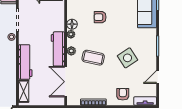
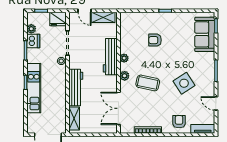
floor lamp: (72, 24) -> (125, 48), removed
workbench: (58, 49) -> (110, 57), moved
door: (158, 77) -> (216, 103), hinge flipped

